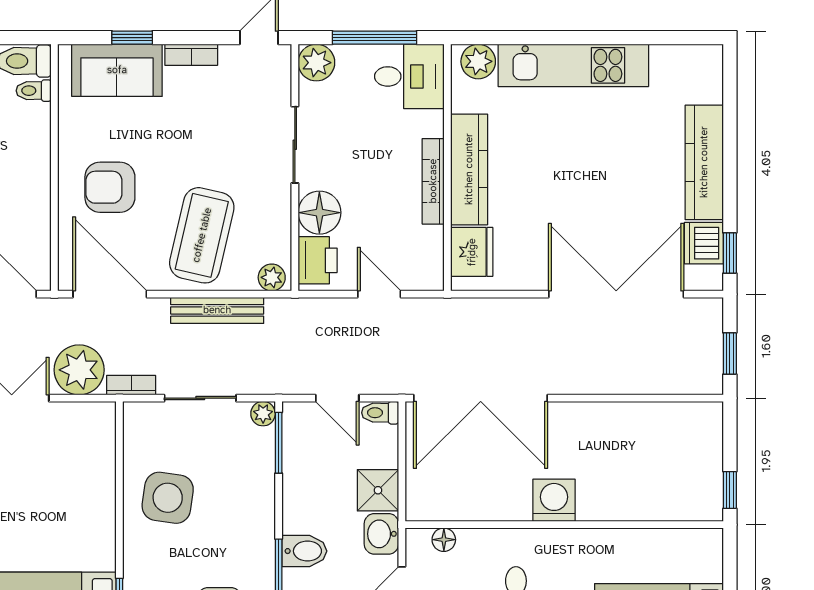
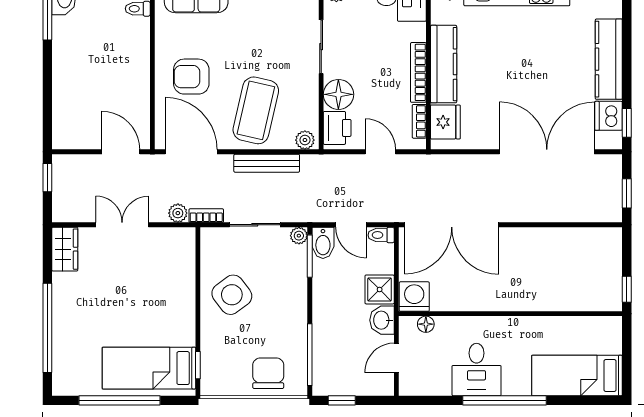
bookcase: (434, 251) -> (419, 121), added
plant: (79, 370) -> (178, 213), width x0.53, depth x0.53
side table: (168, 498) -> (232, 295), turned 45
washing machine: (554, 500) -> (414, 297), moved
bidet: (304, 551) -> (323, 243), moved, turned 90

